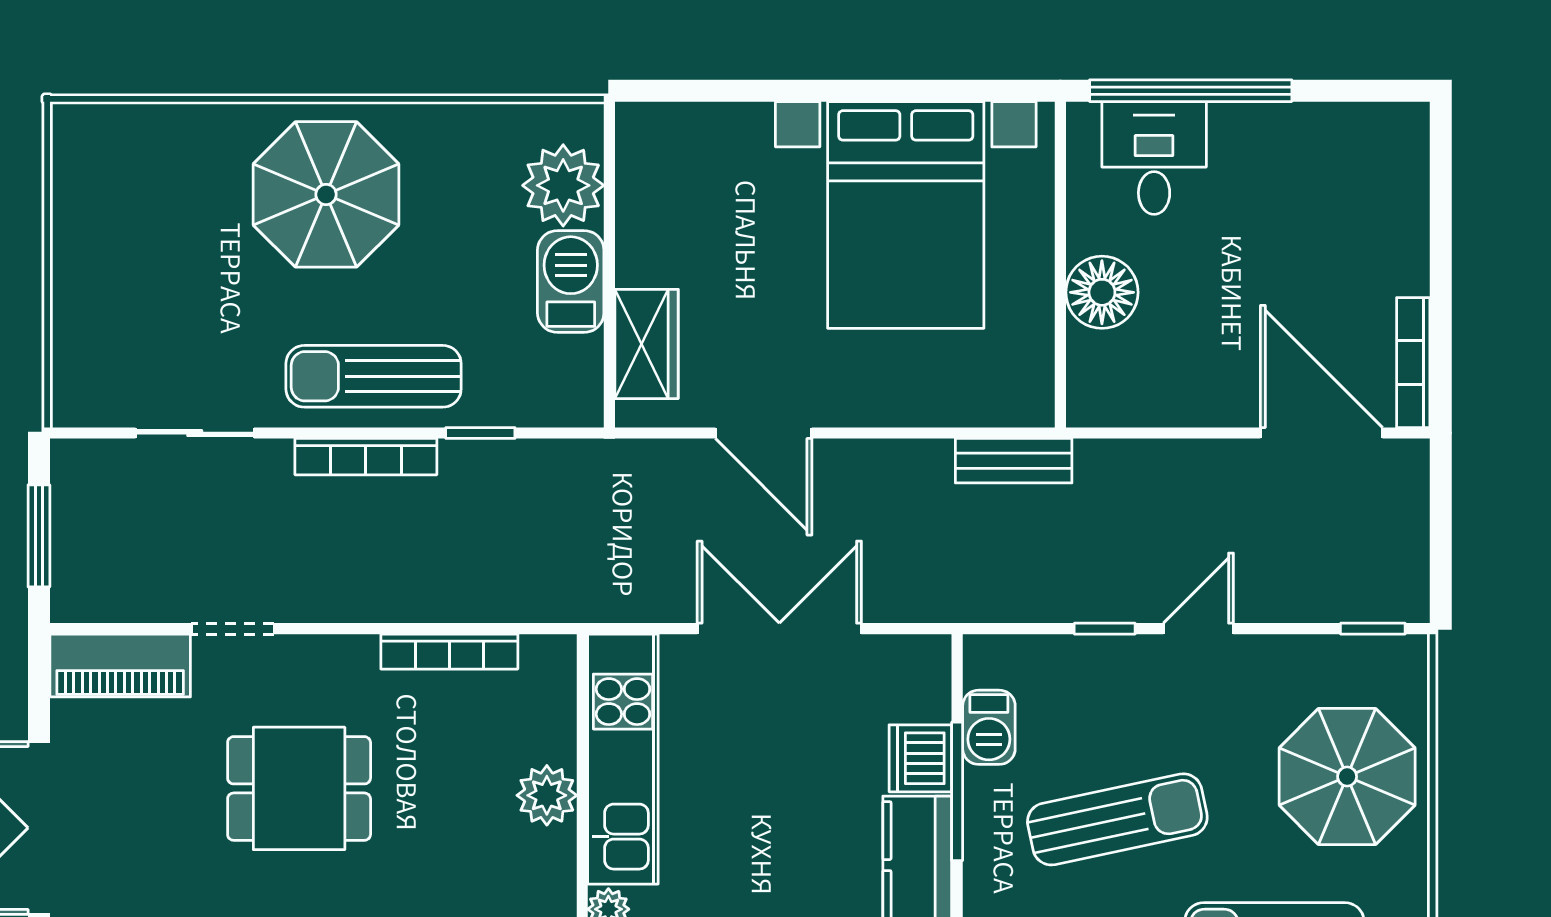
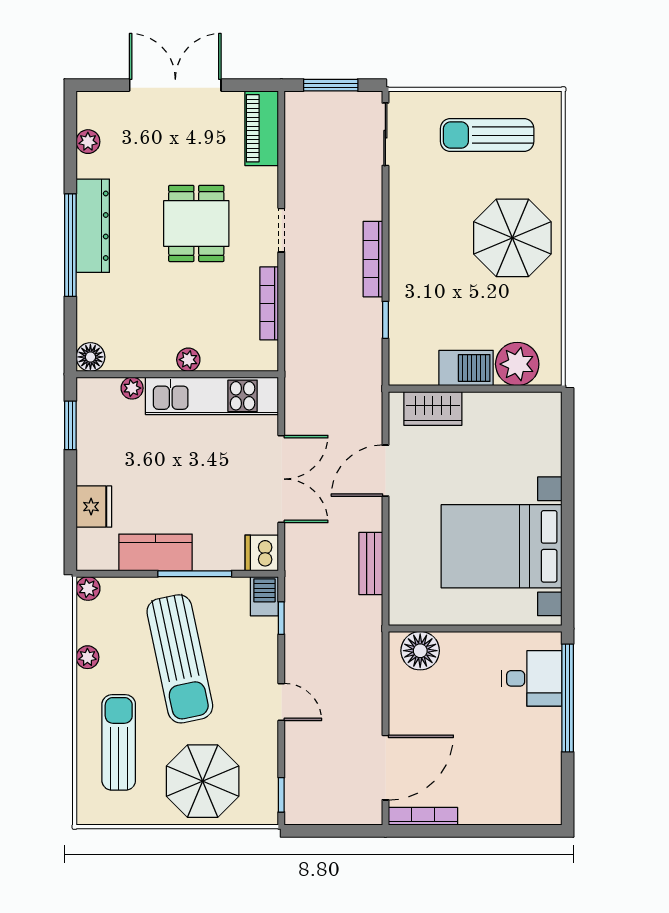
floor lamp: (1102, 292) -> (420, 651), moved
sun lounger: (374, 376) -> (487, 135), moved, turned -90
sliding door: (195, 433) -> (385, 134), moved
bench: (1014, 461) -> (371, 564), moved
doorway: (233, 629) -> (281, 230), moved
window: (1105, 629) -> (281, 618), moved
barbecue: (989, 727) -> (264, 596), moved, turned 90
dishwasher: (920, 758) -> (262, 553), moved, turned -90
plant: (547, 795) -> (188, 360), width x0.73, depth x0.73
sun lounger: (1117, 819) -> (180, 659), width x1.36, depth x1.34

